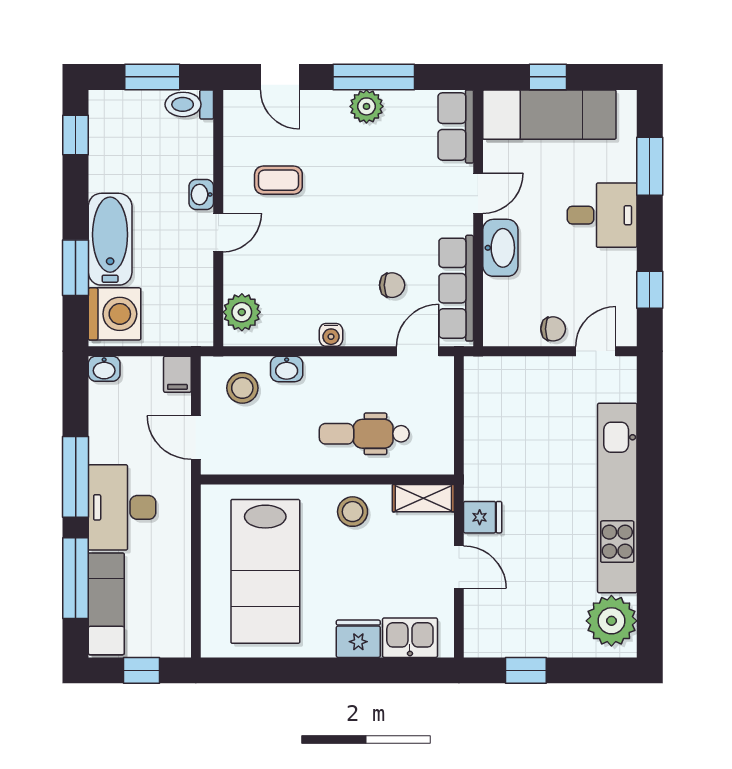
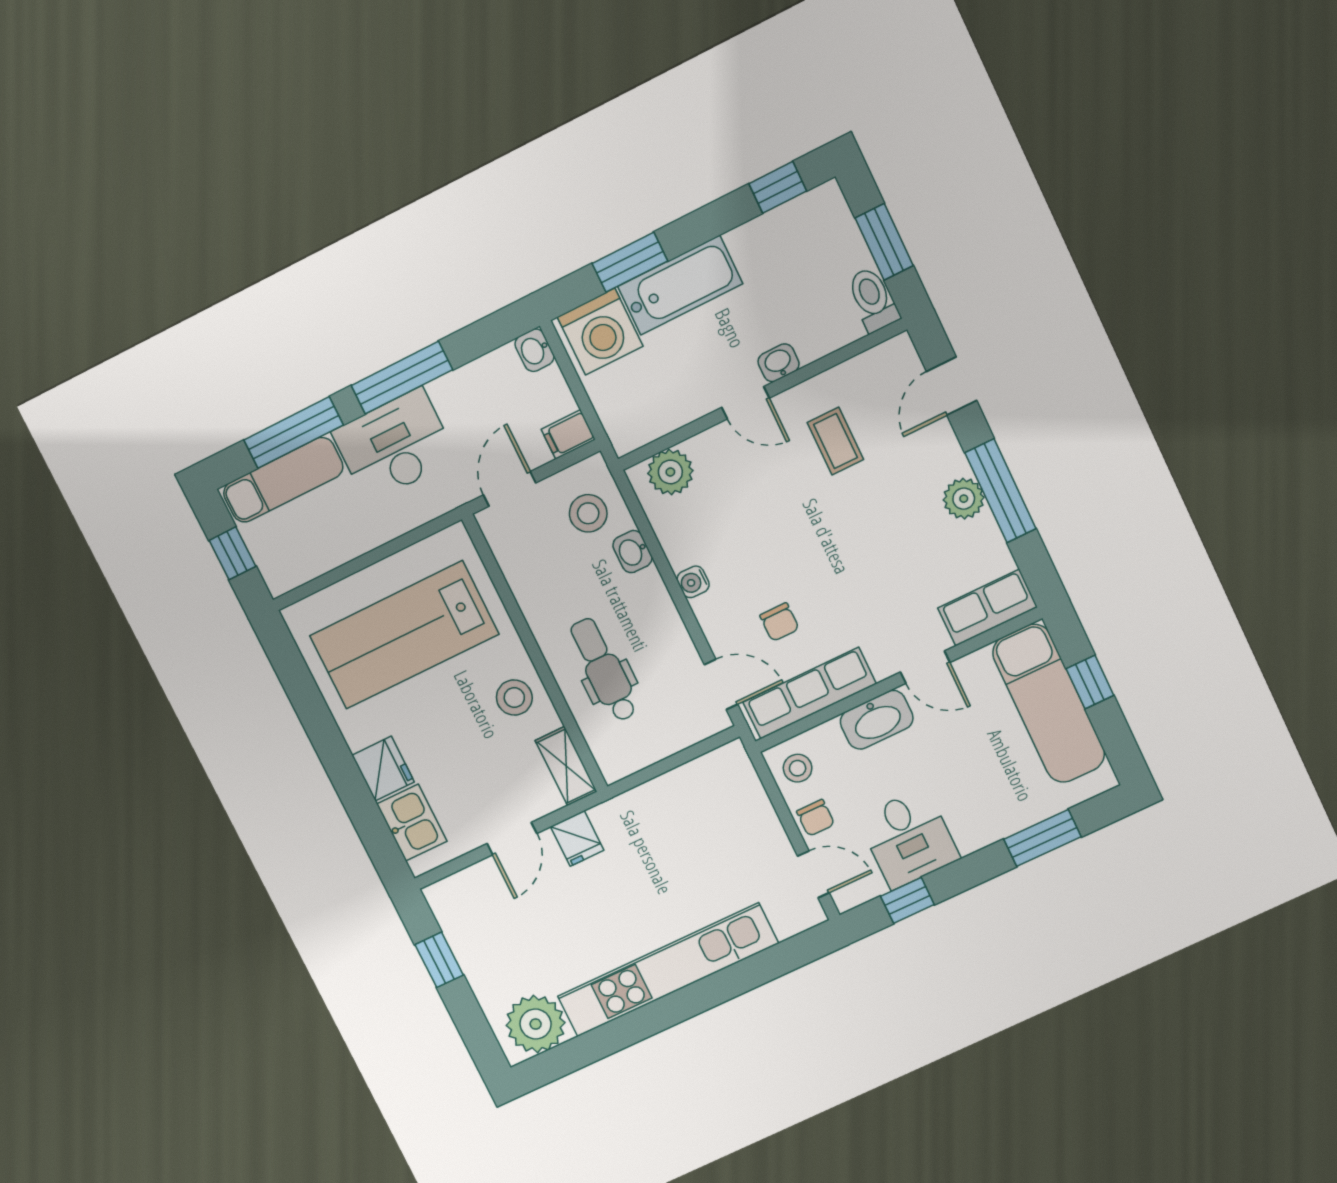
desk: (602, 215) -> (909, 838), moved
stool: (509, 324) -> (798, 768), added

